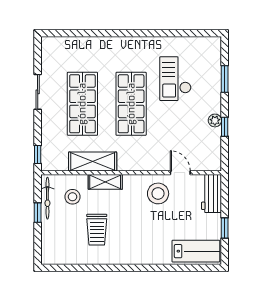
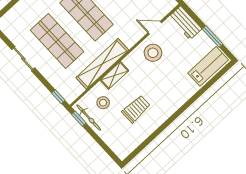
shelving: (93, 162) -> (102, 64), width x1.47
window: (38, 213) -> (79, 119), moved
window: (225, 228) -> (212, 36), width x1.50
trolley: (97, 230) -> (136, 109), turned -90

